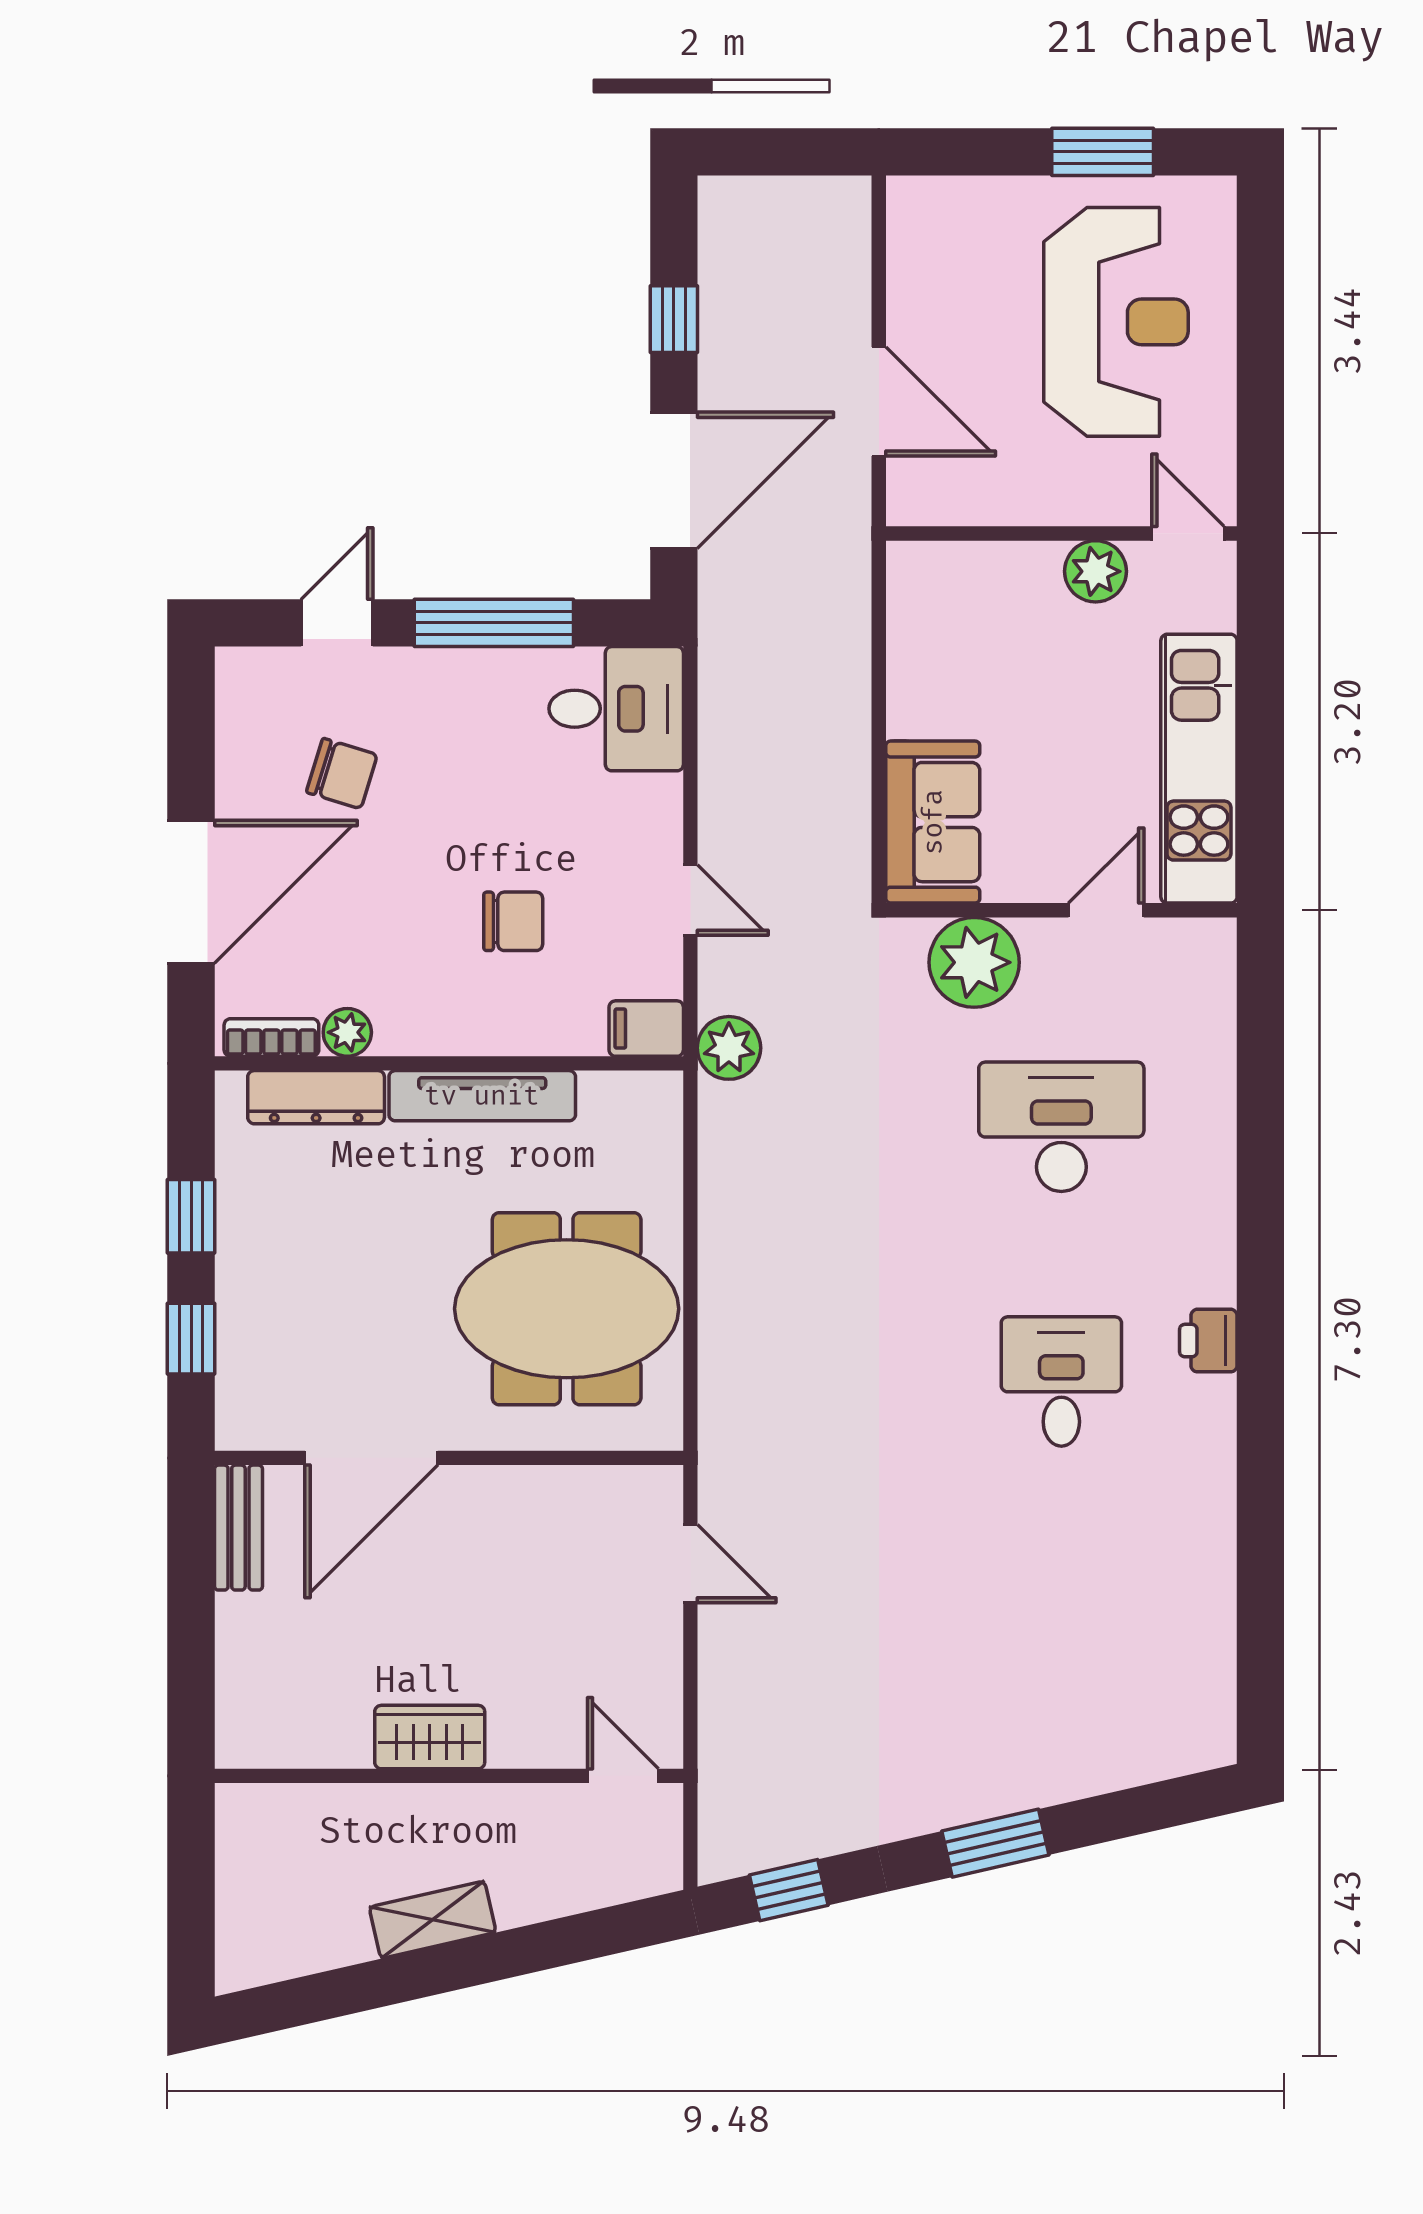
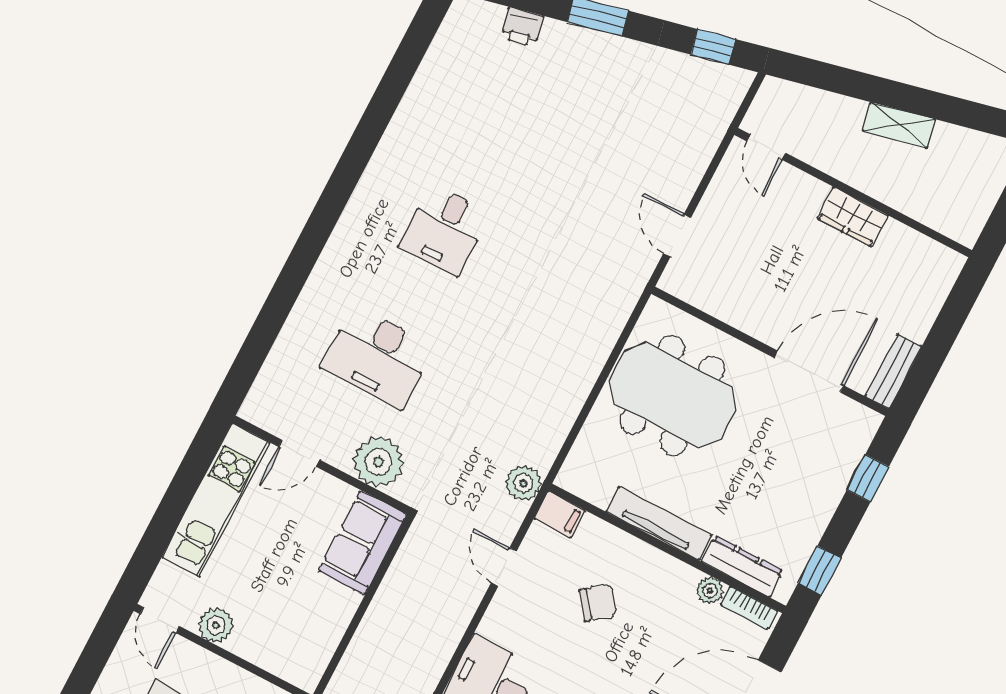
chair: (513, 921) -> (598, 603), turned 142
window: (191, 1216) -> (820, 571), moved
printer: (1208, 1341) -> (522, 27), moved, turned 77

